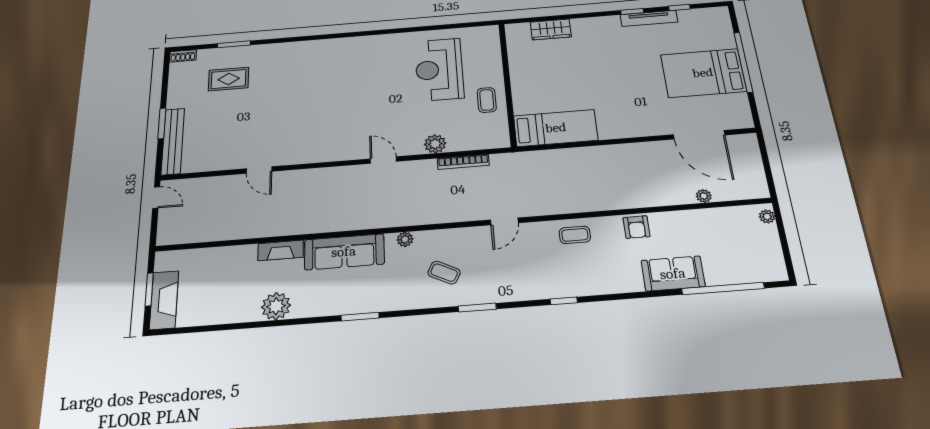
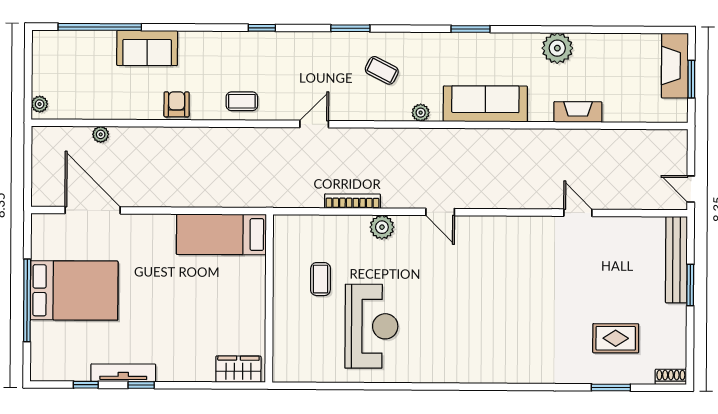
wall: (507, 84) -> (269, 298), moved
bed: (556, 128) -> (221, 234), moved
fireplace: (281, 250) -> (578, 112), moved

